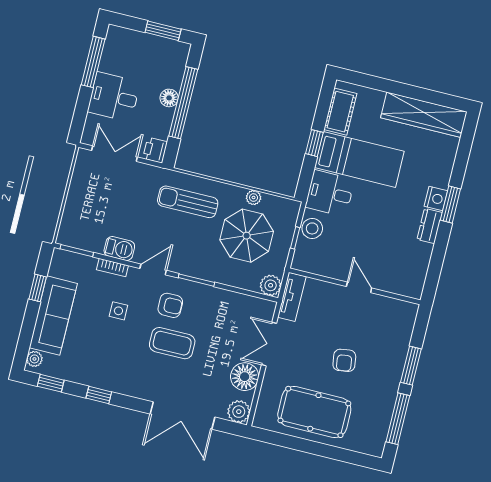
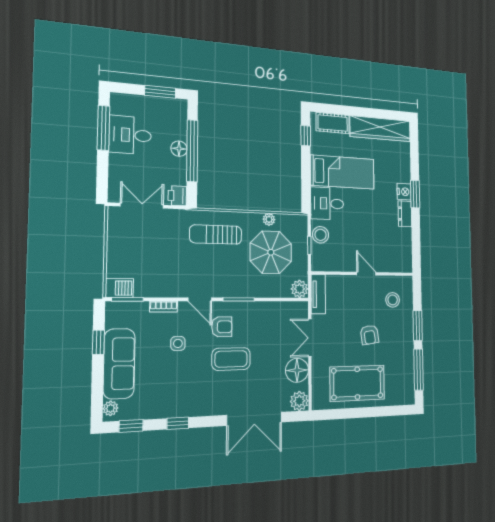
desk: (114, 97) -> (130, 135), moved
cot: (340, 112) -> (333, 123), moved, turned 90
window: (314, 143) -> (306, 136), moved
barbecue: (119, 249) -> (119, 288), moved
door: (153, 269) -> (200, 299), swing flipped
stool: (385, 327) -> (393, 300), added

